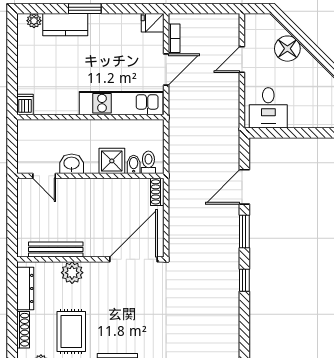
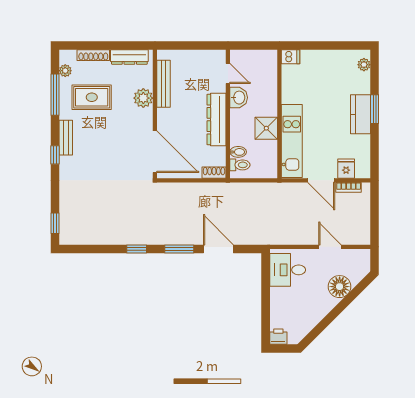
fridge: (153, 23) -> (346, 169), moved
kitchen counter: (65, 25) -> (361, 114), moved
shower: (112, 161) -> (266, 128), moved
door: (44, 176) -> (228, 74), swing flipped
dresser: (97, 189) -> (217, 119), added

